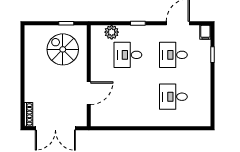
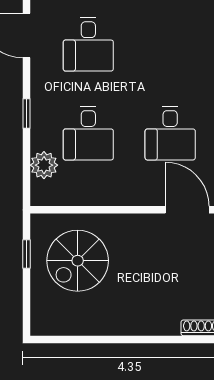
door: (89, 93) -> (187, 210), moved
desk: (173, 97) -> (170, 133), moved

